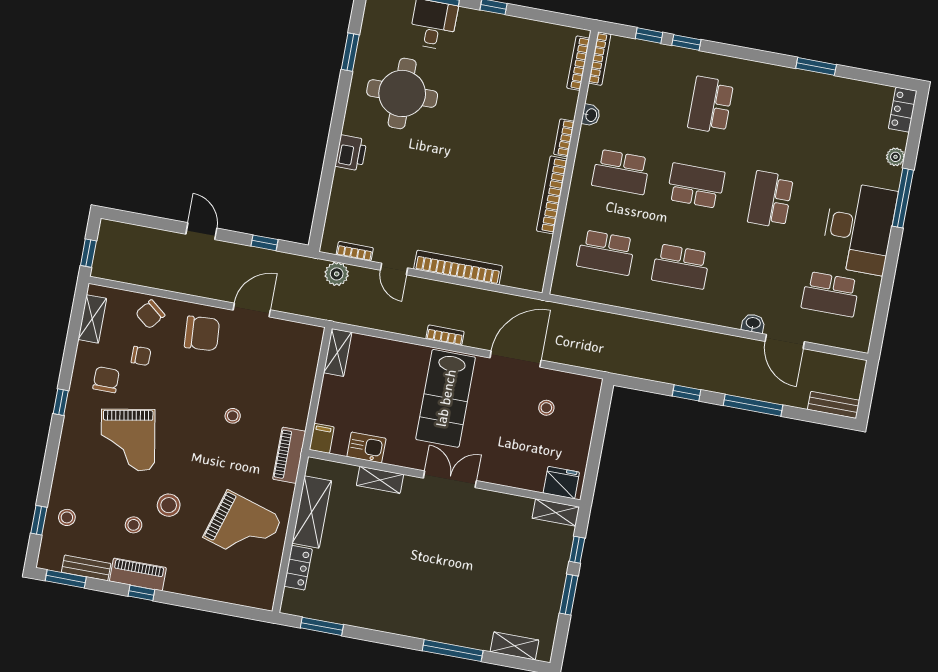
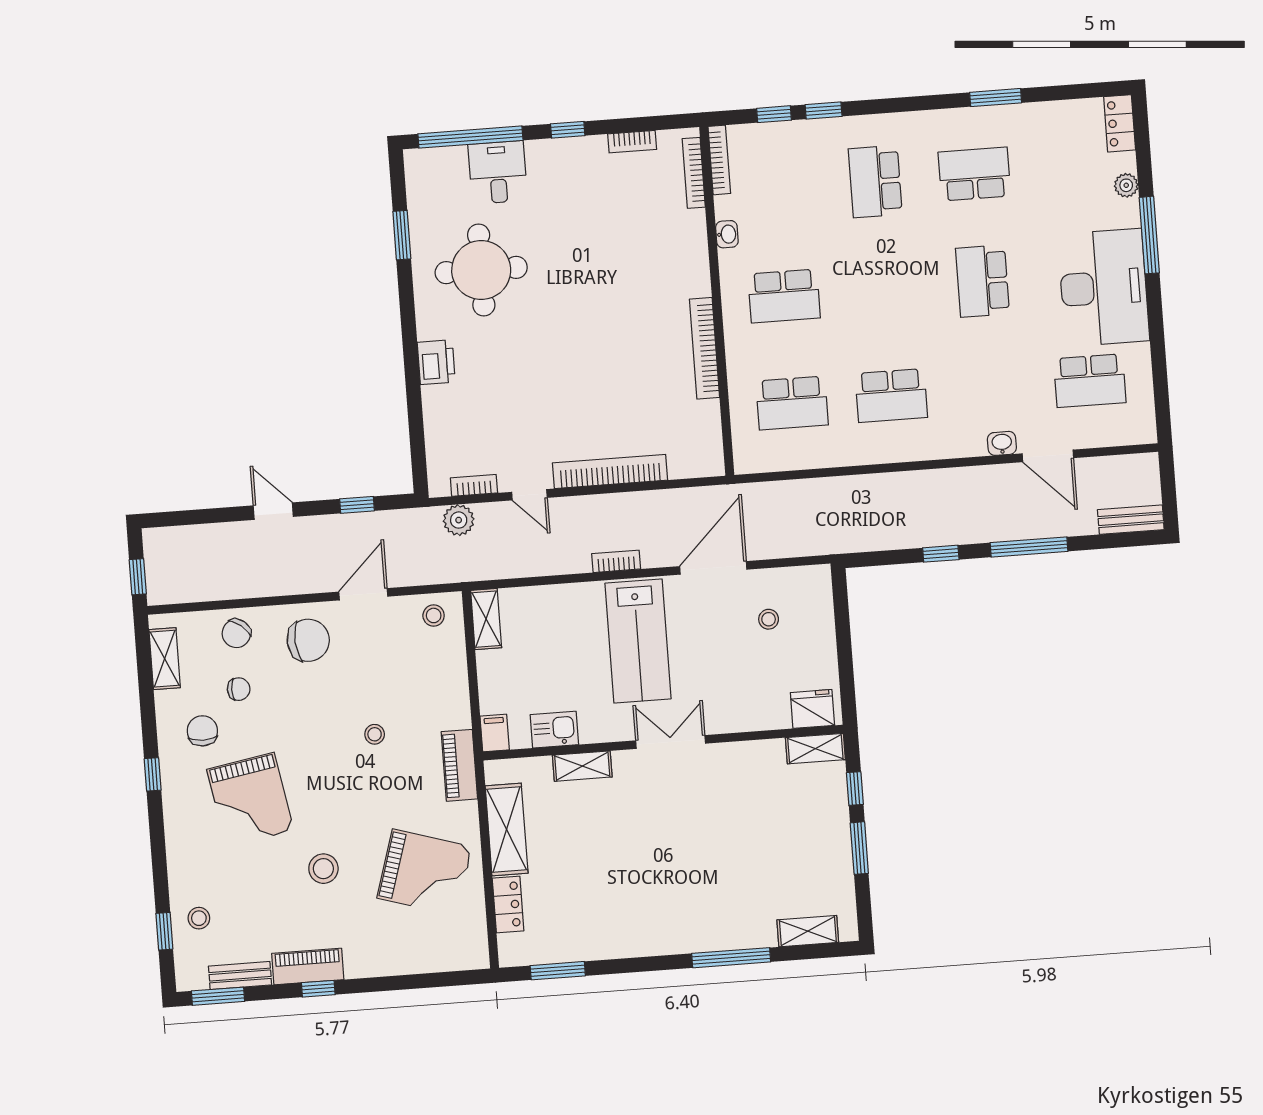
bookcase: (564, 138) -> (632, 142), moved, turned -90
school desk: (696, 186) -> (974, 174), moved
stool: (134, 525) -> (434, 615), moved

